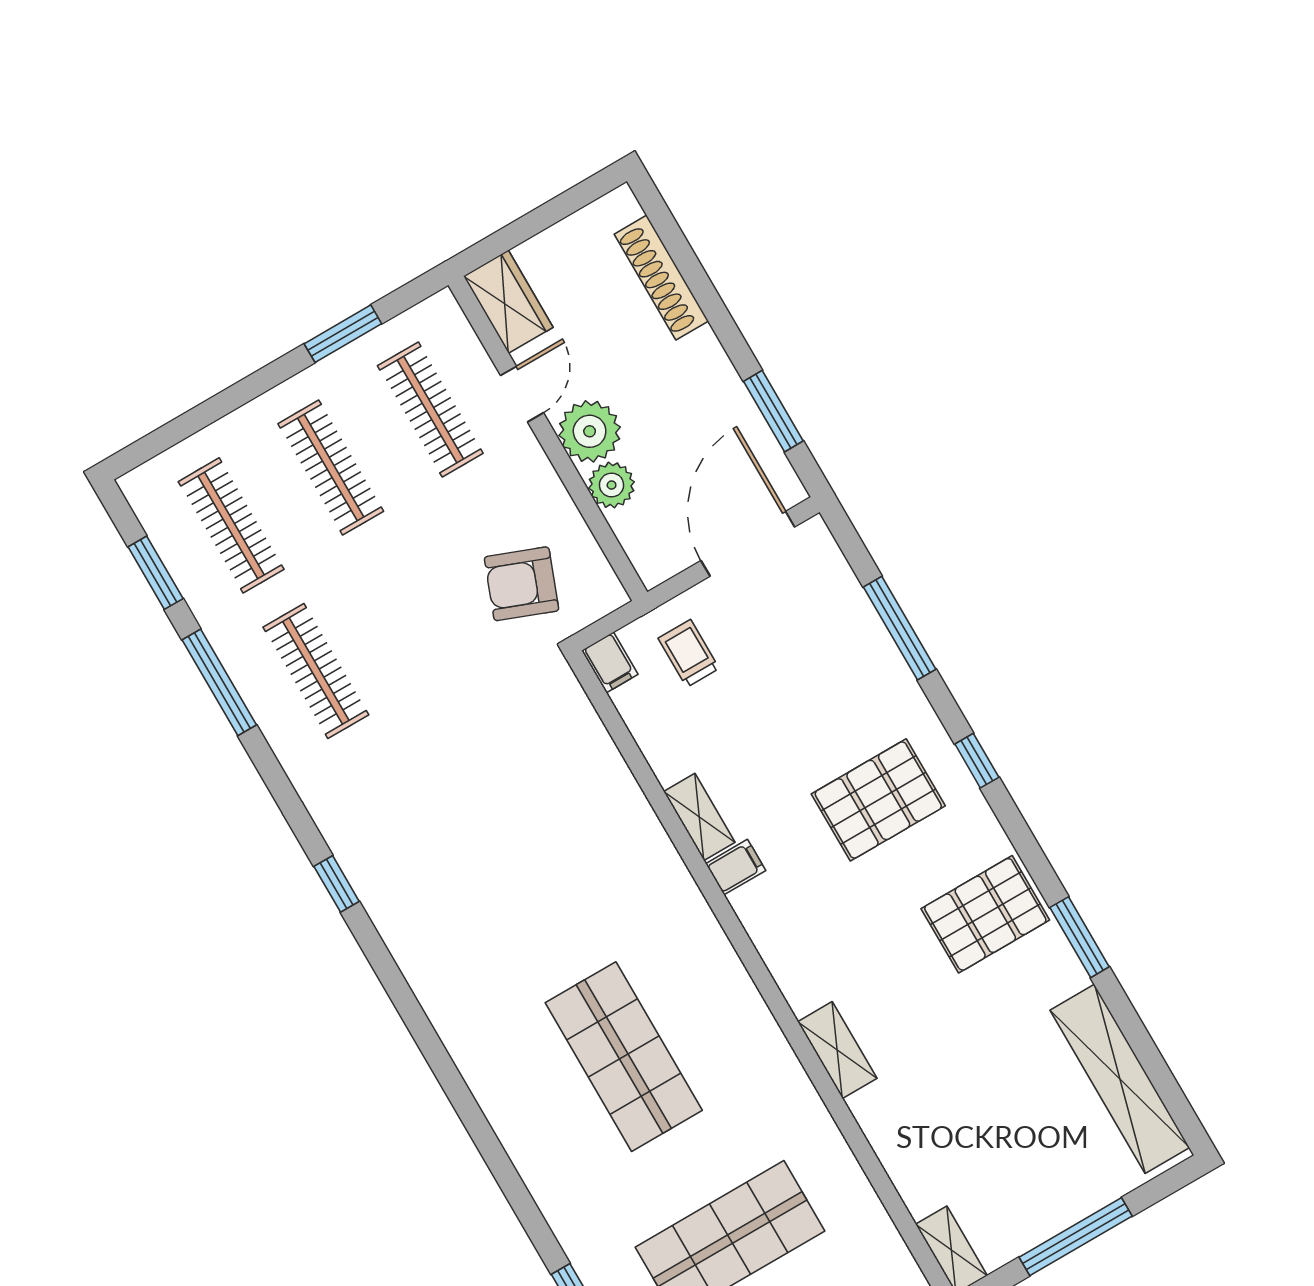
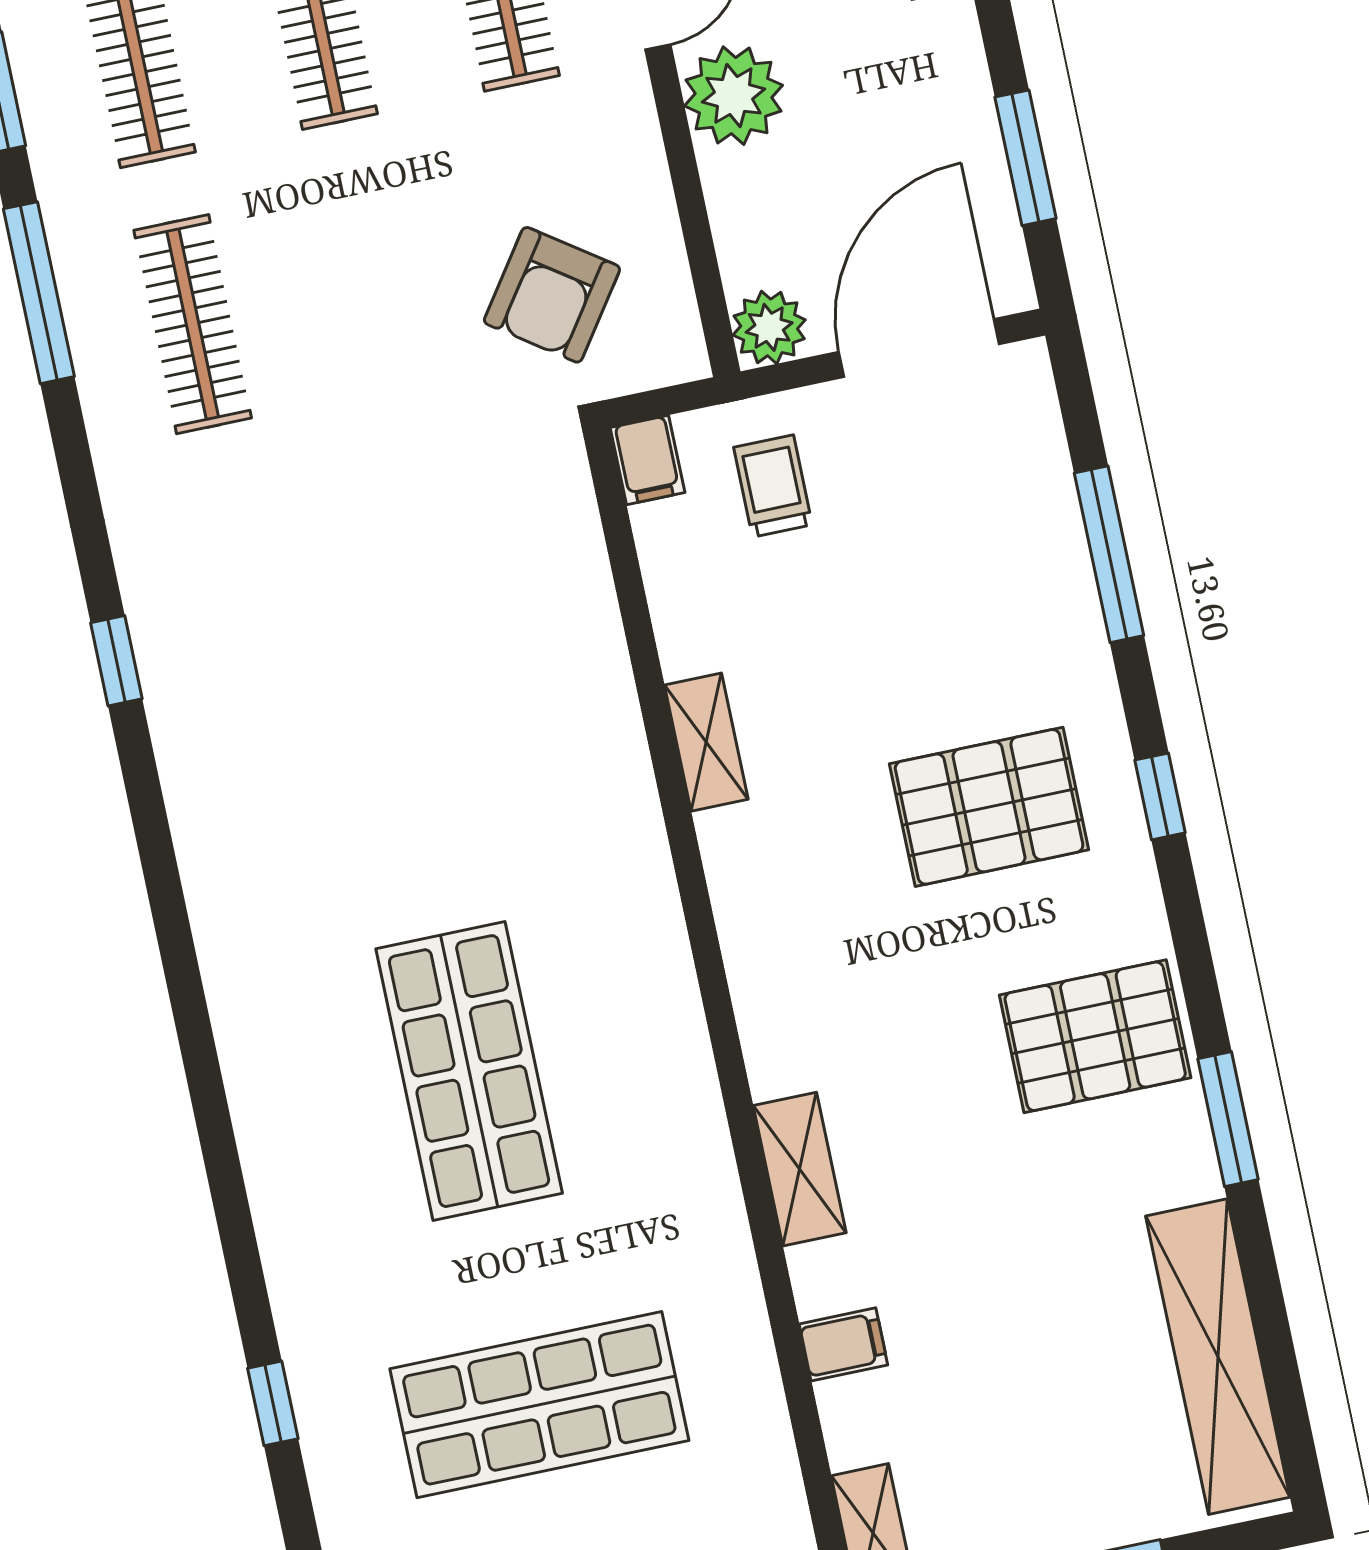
plant: (612, 485) -> (769, 327), moved
armchair: (522, 584) -> (552, 295), turned -76
filing cabinet: (736, 867) -> (843, 1344), moved

